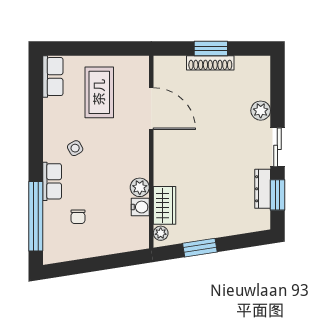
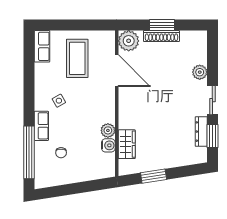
plant: (161, 233) -> (129, 41), moved, width x1.88, depth x1.88

